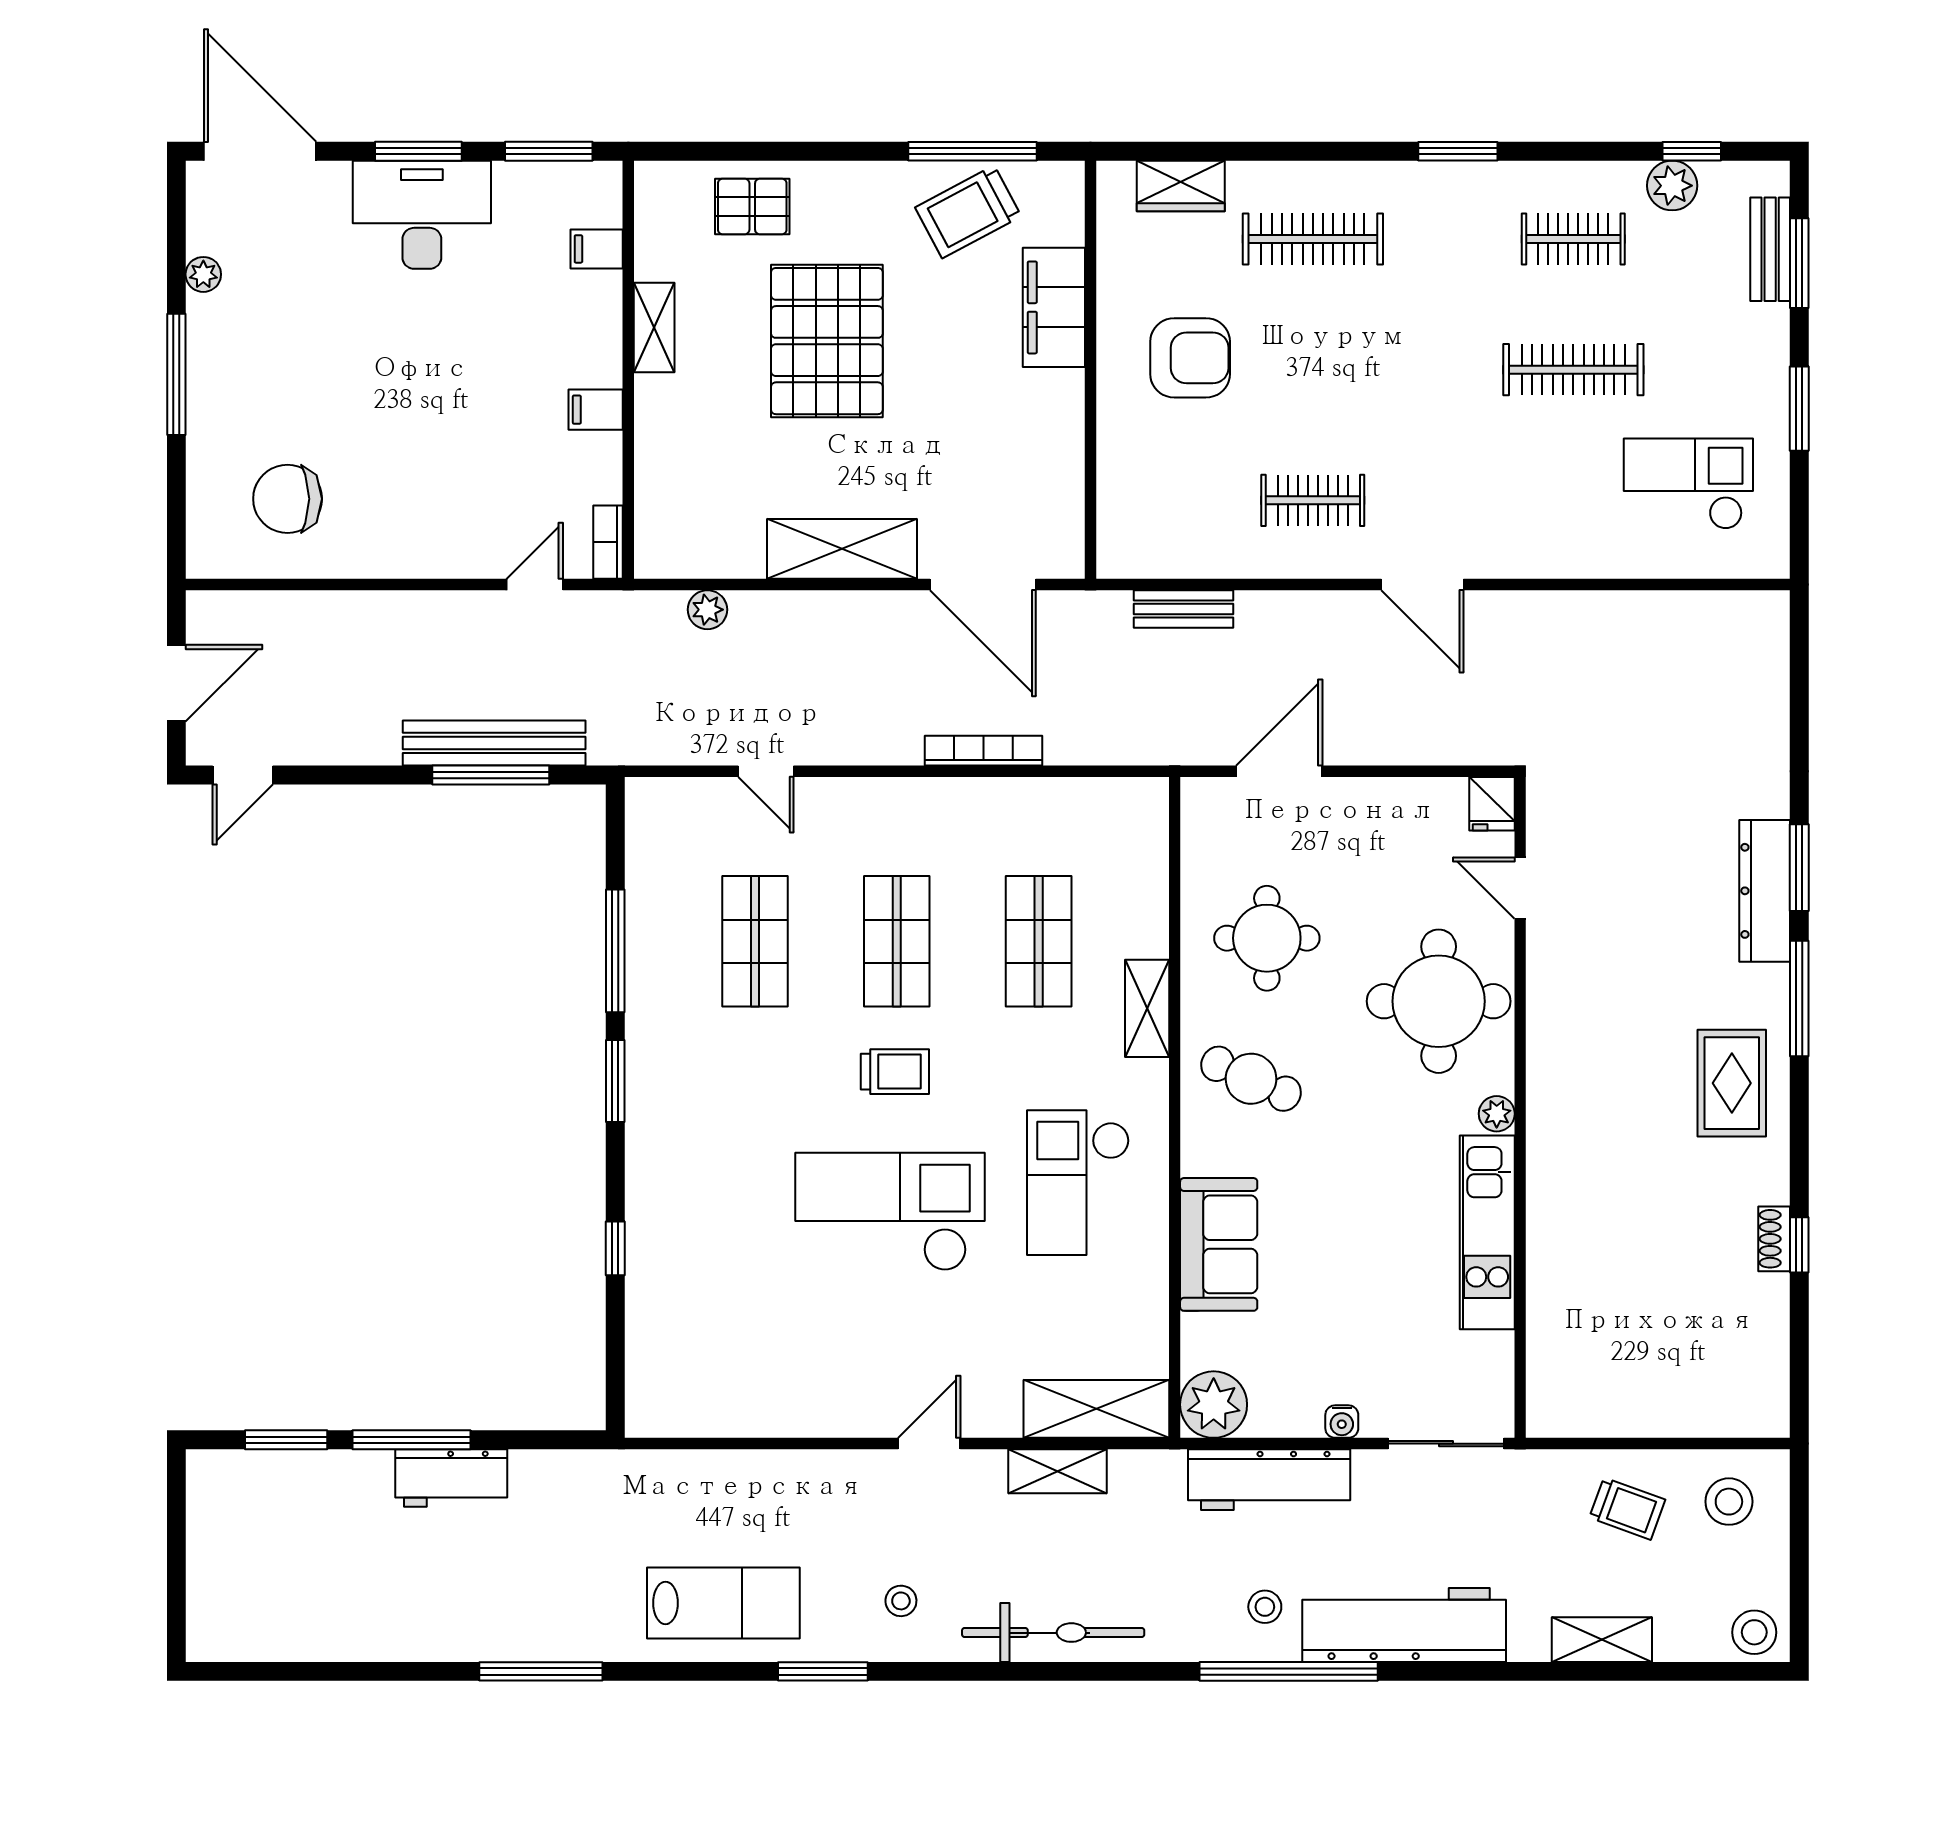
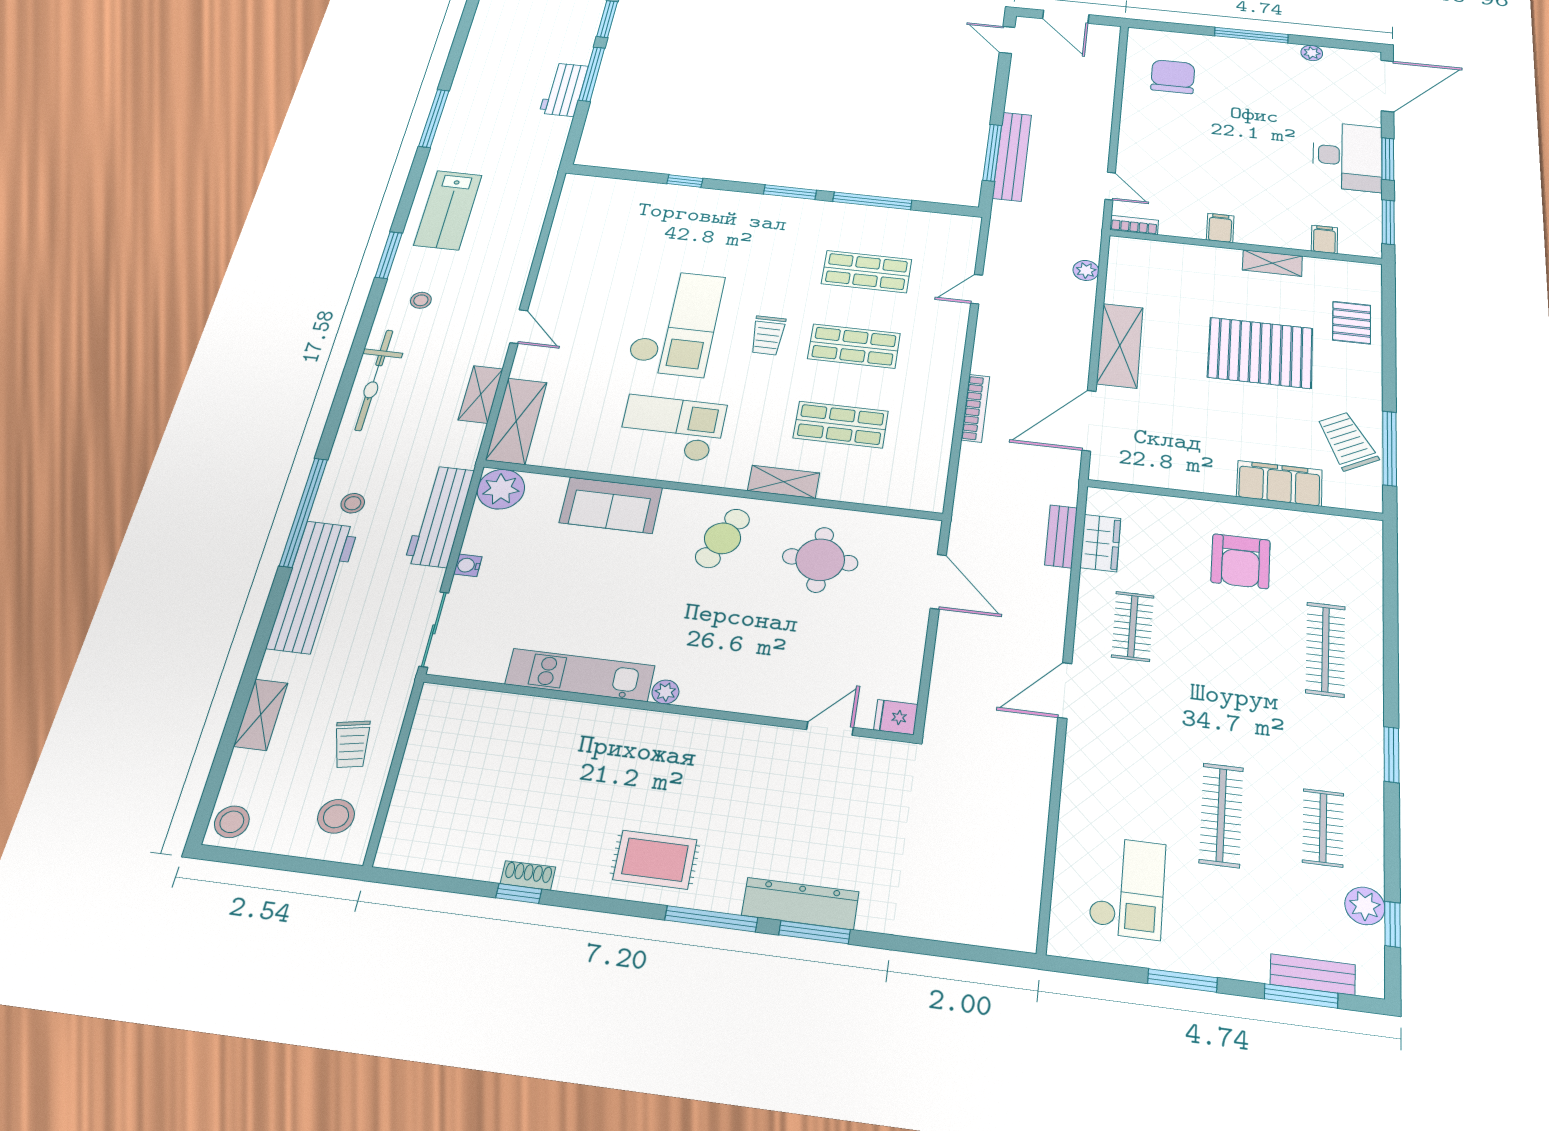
wardrobe: (1181, 186) -> (1100, 543), moved, turned 180
round table: (1439, 1001) -> (756, 664), removed
trolley: (1627, 1509) -> (352, 744), turned -31

